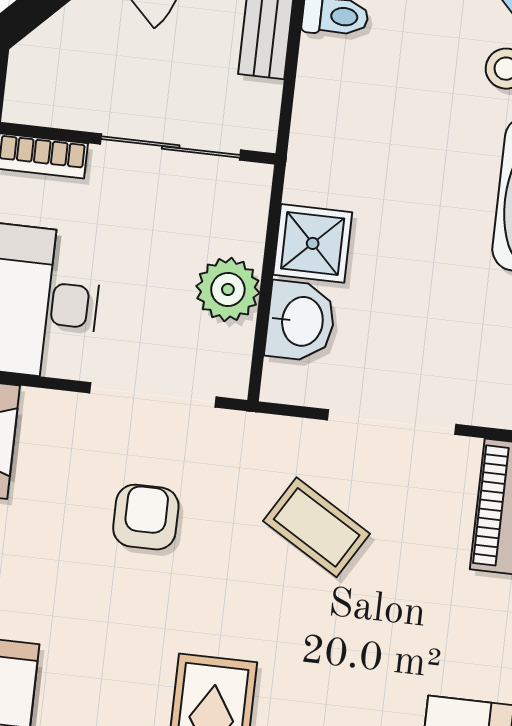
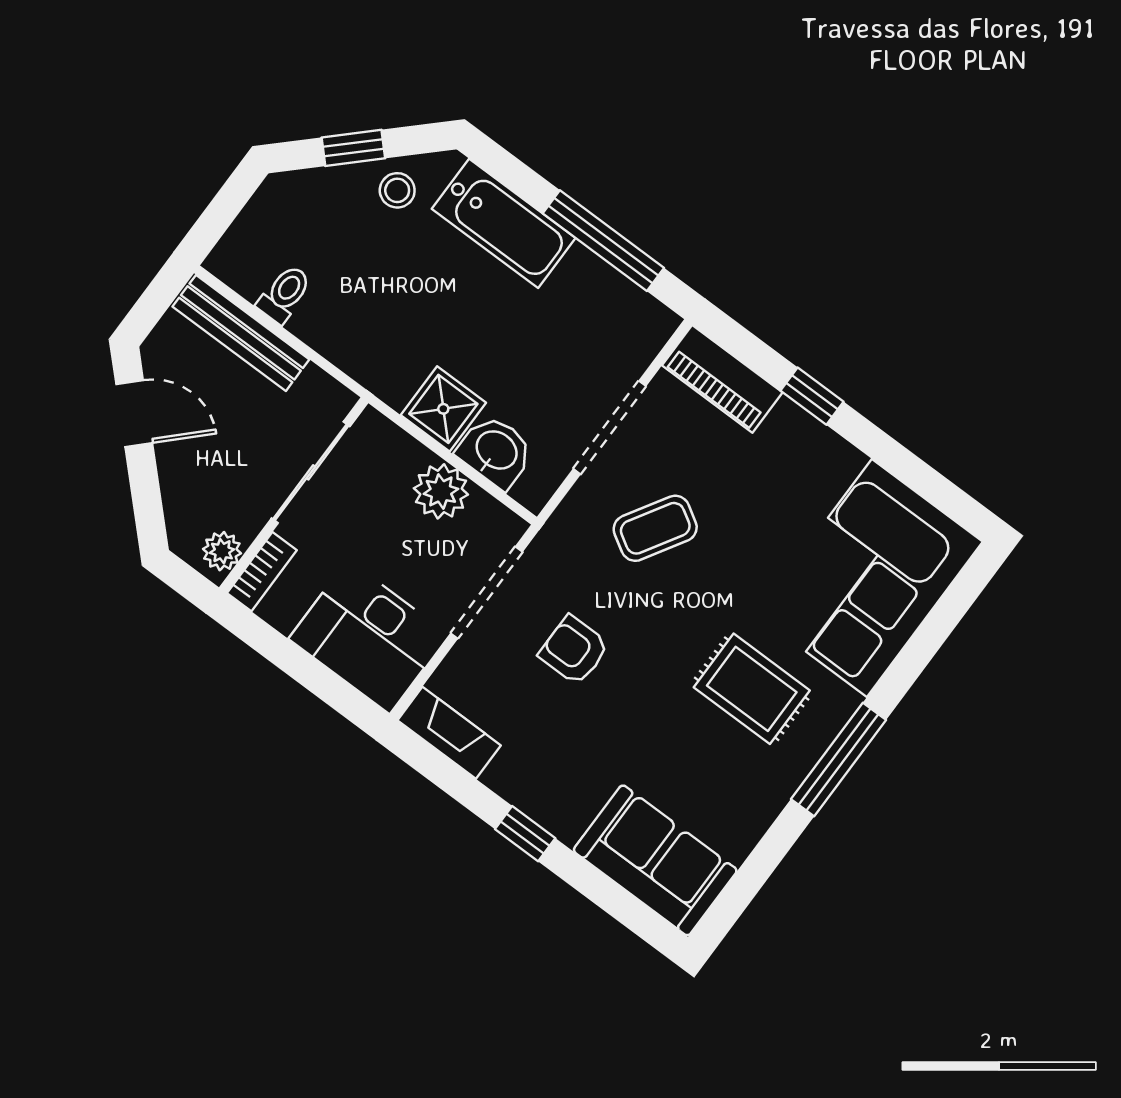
plant: (39, 104) -> (222, 551), added

